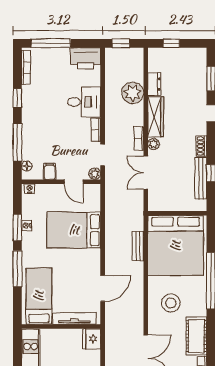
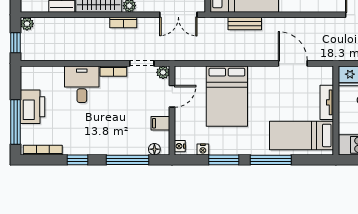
printer: (86, 58) -> (33, 107), moved
plant: (133, 93) -> (27, 24), moved, width x0.53, depth x0.53
double door: (146, 173) -> (178, 15), moved
nightstand: (27, 226) -> (203, 149), moved
tv unit: (74, 318) -> (327, 102), width x0.71

